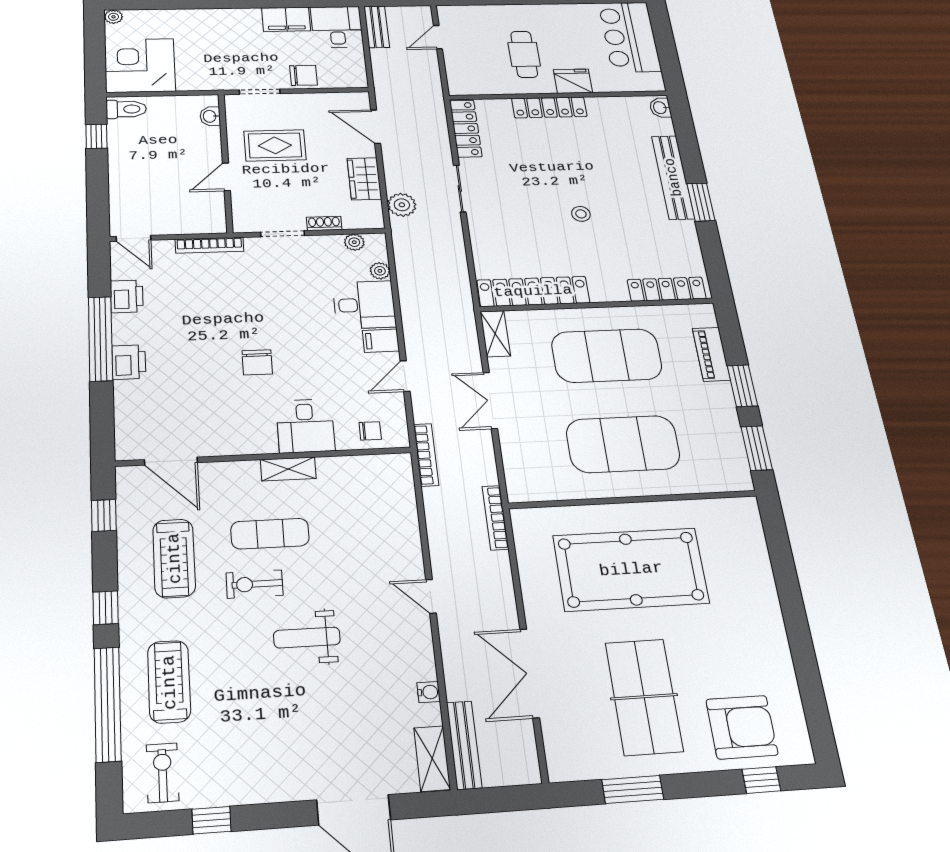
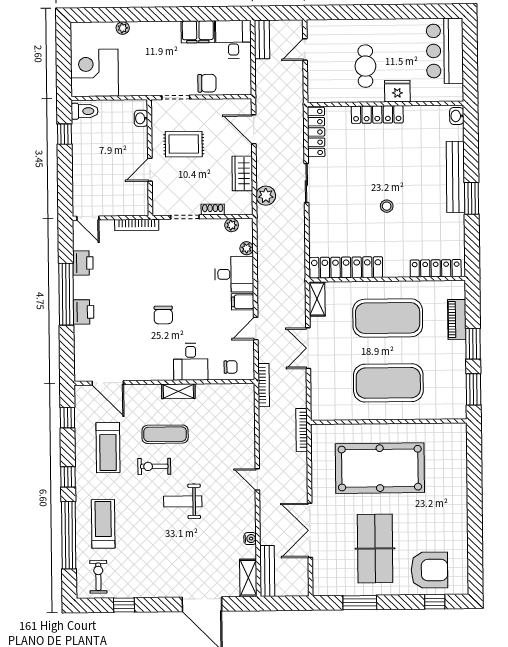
plant: (113, 17) -> (123, 28), moved

